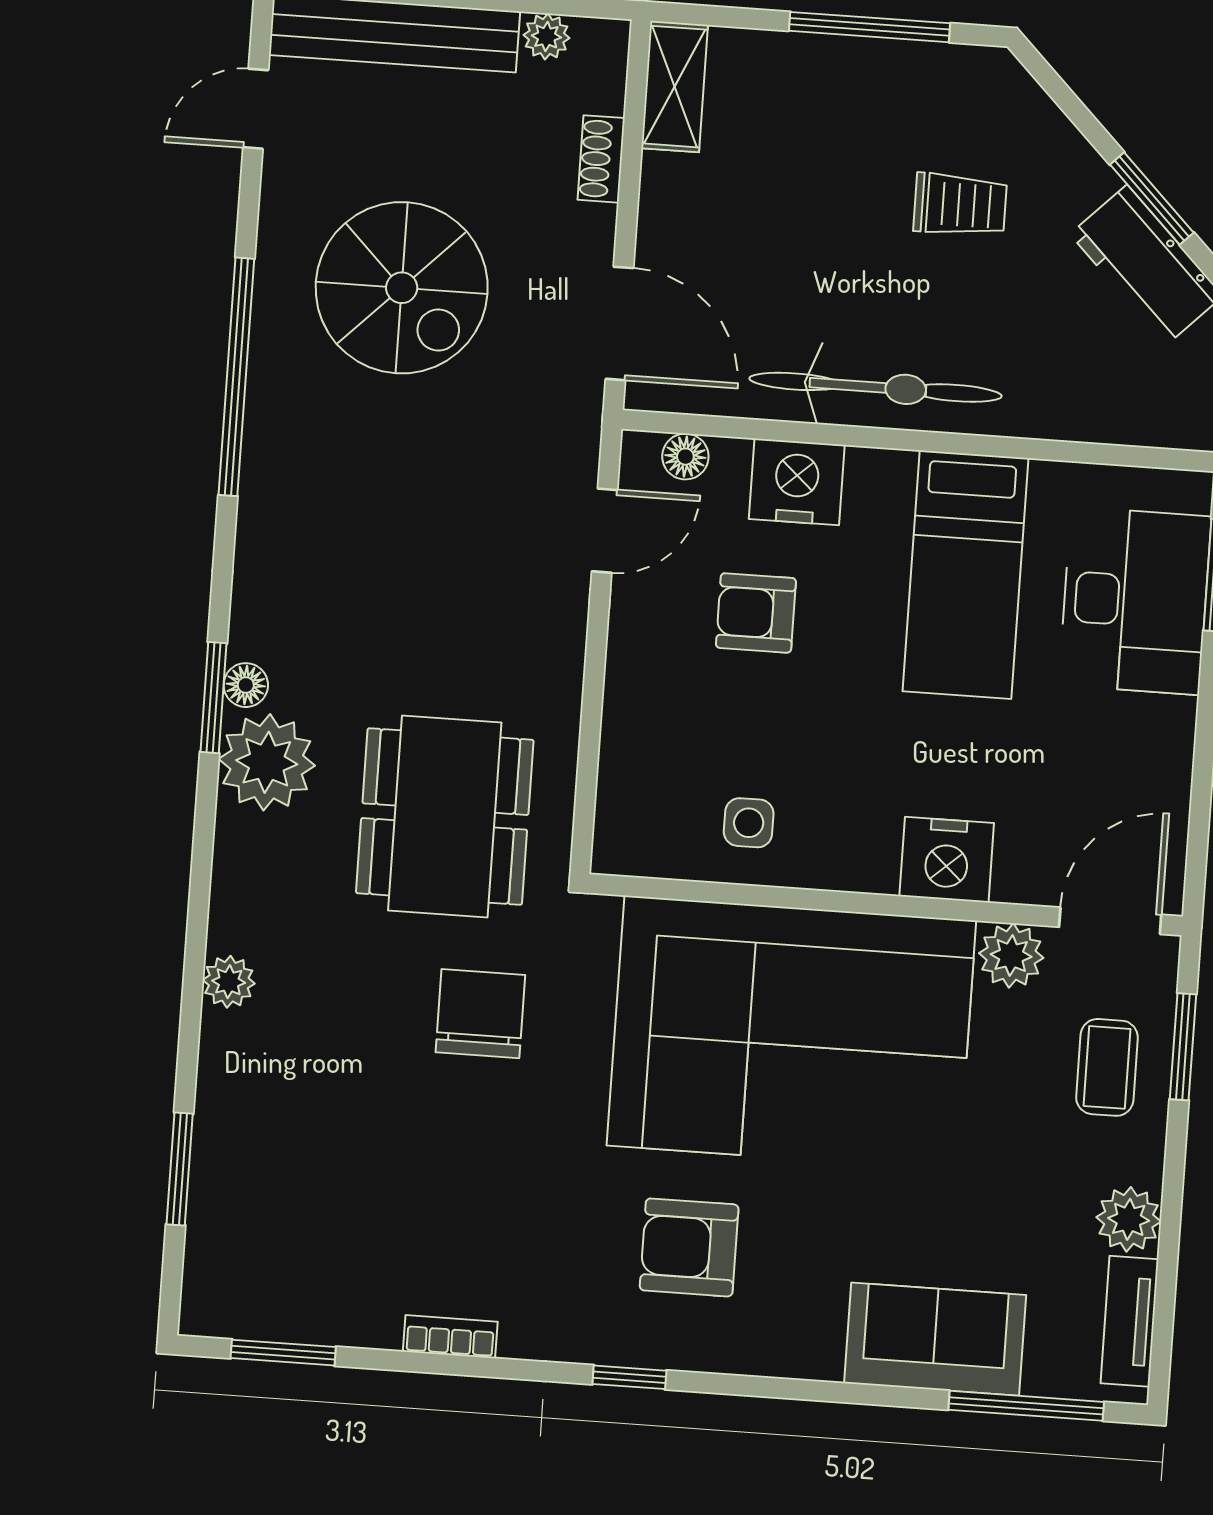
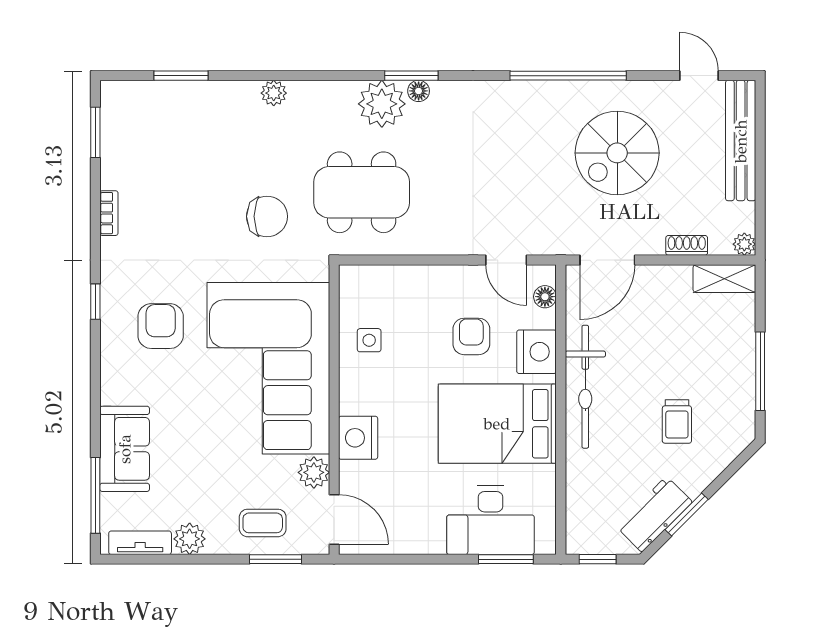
plant: (546, 36) -> (744, 244), moved
bed: (965, 575) -> (497, 424), width x1.50

